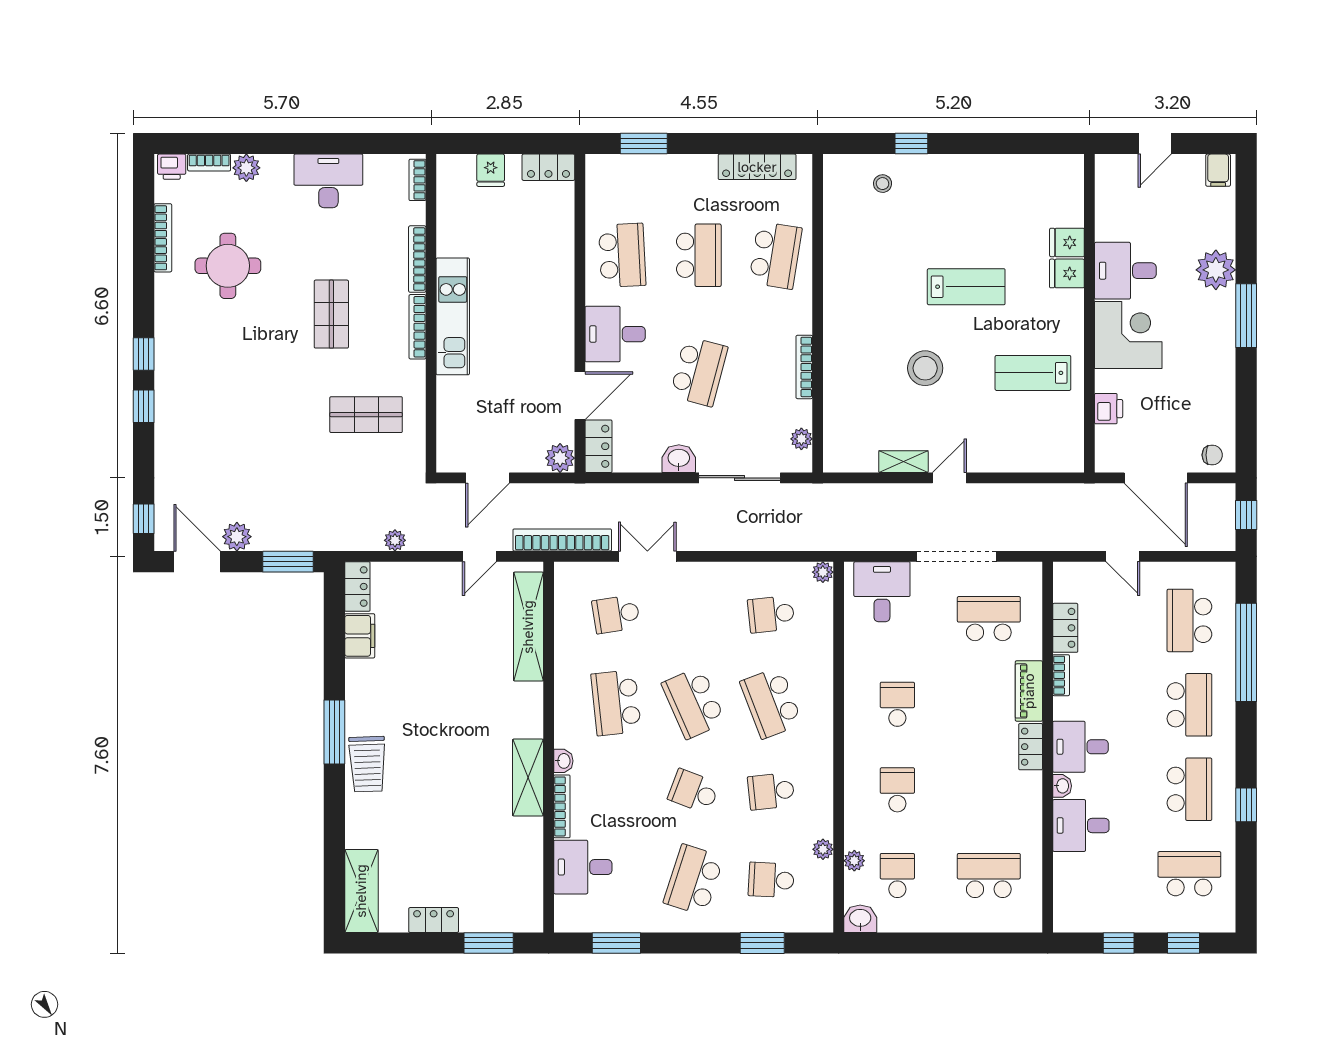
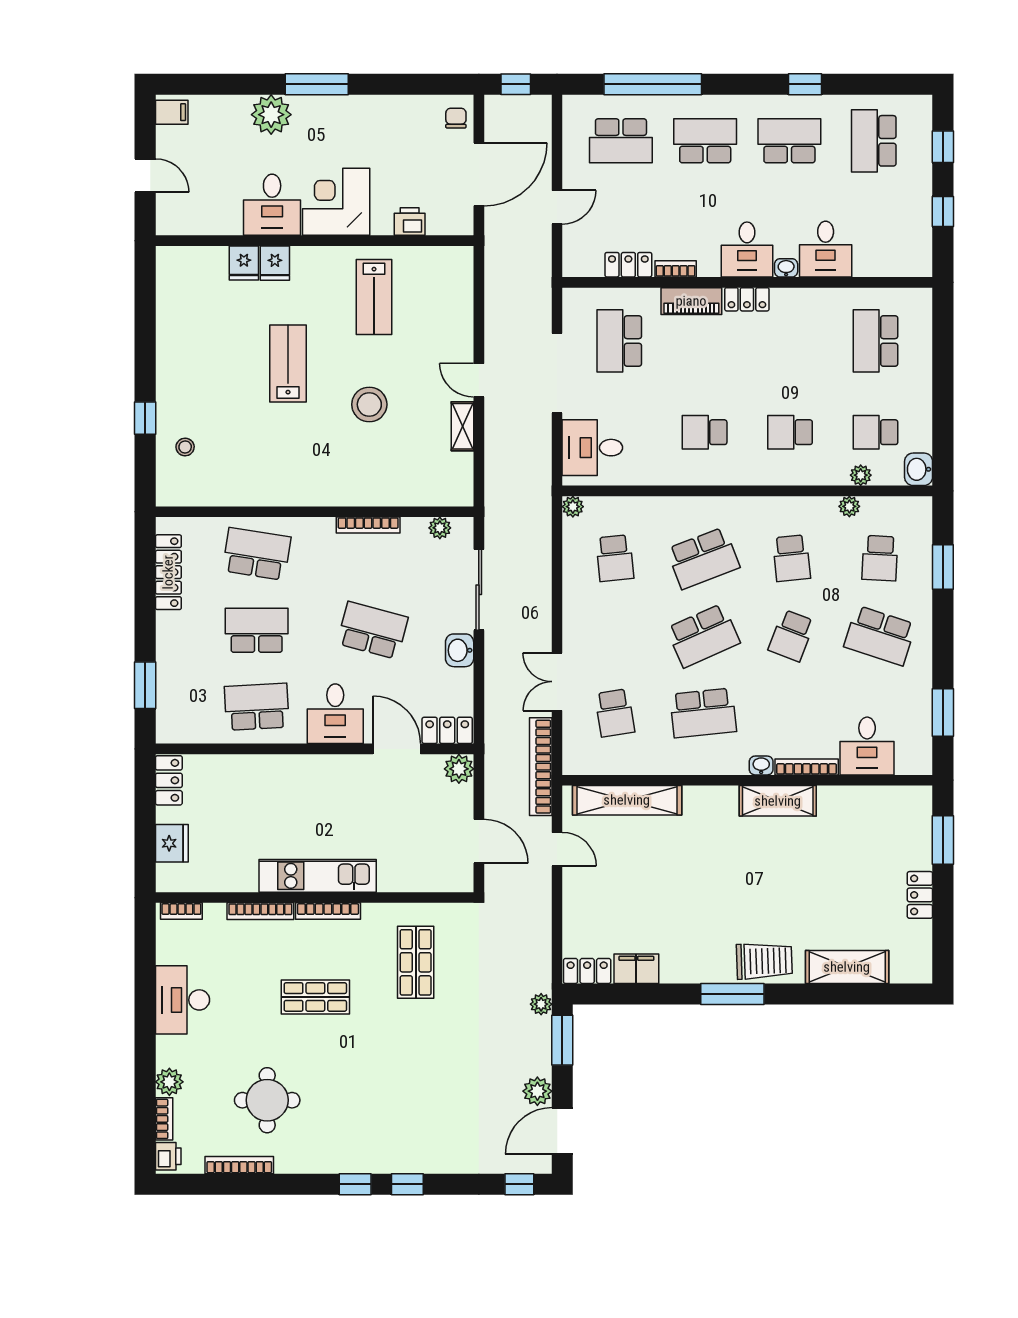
fridge: (491, 170) -> (172, 843), width x1.38
plant: (395, 540) -> (541, 1004), moved
shelving: (361, 891) -> (847, 967), moved

